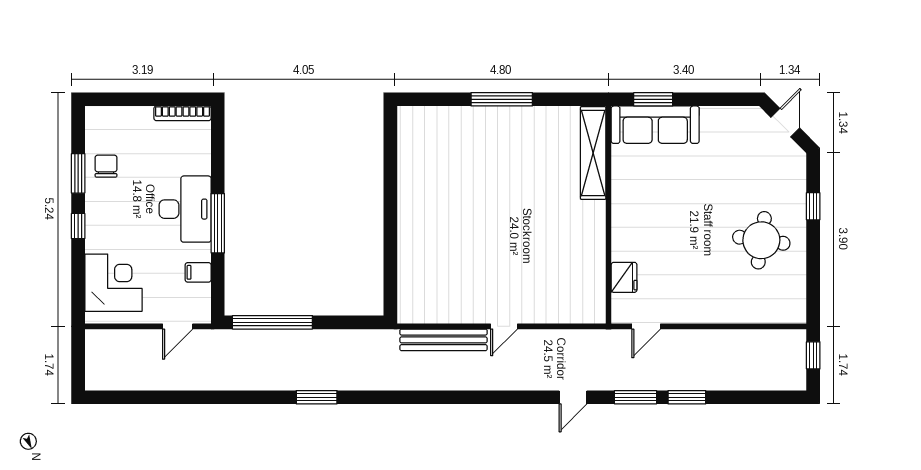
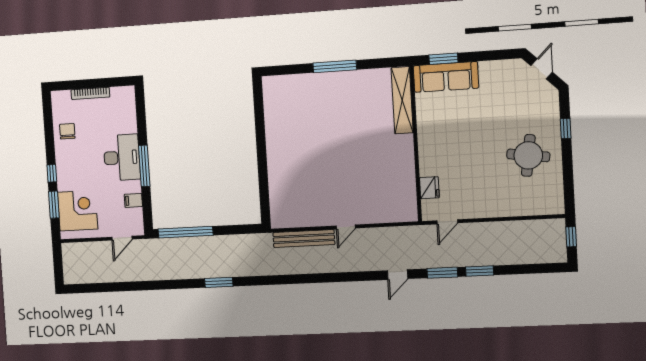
bookcase: (182, 113) -> (90, 93), moved
window: (78, 173) -> (54, 205), moved

